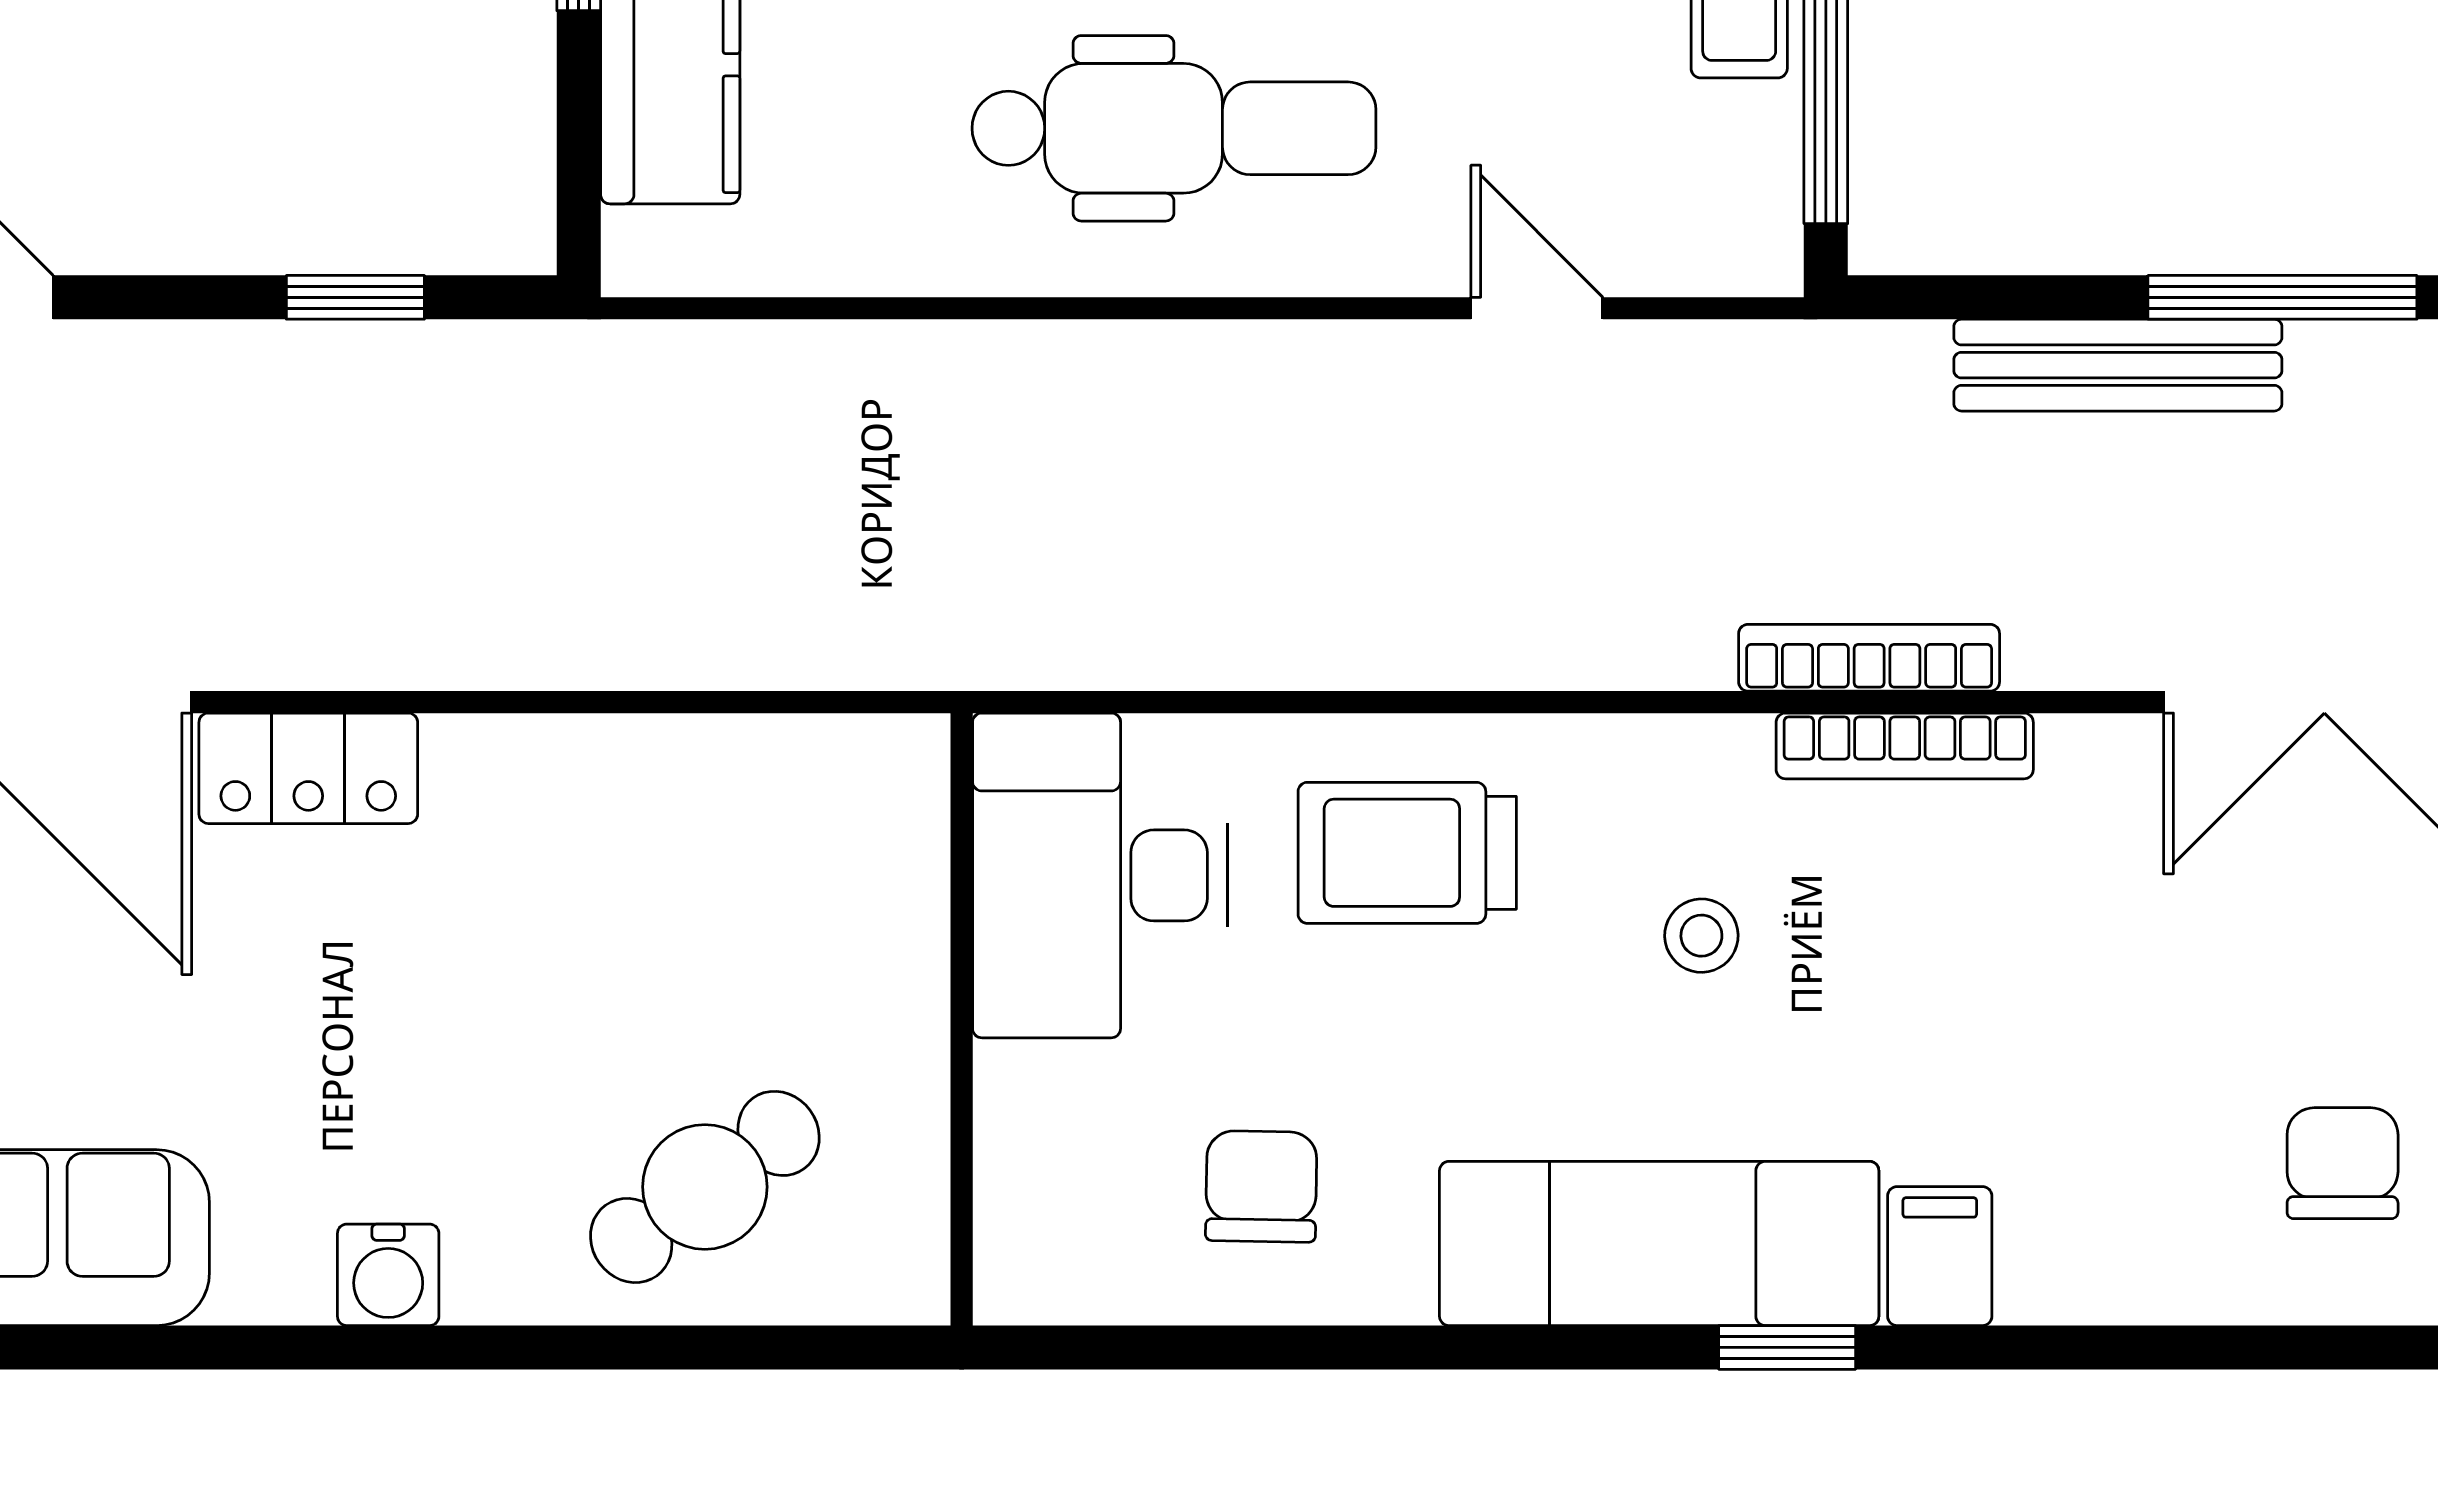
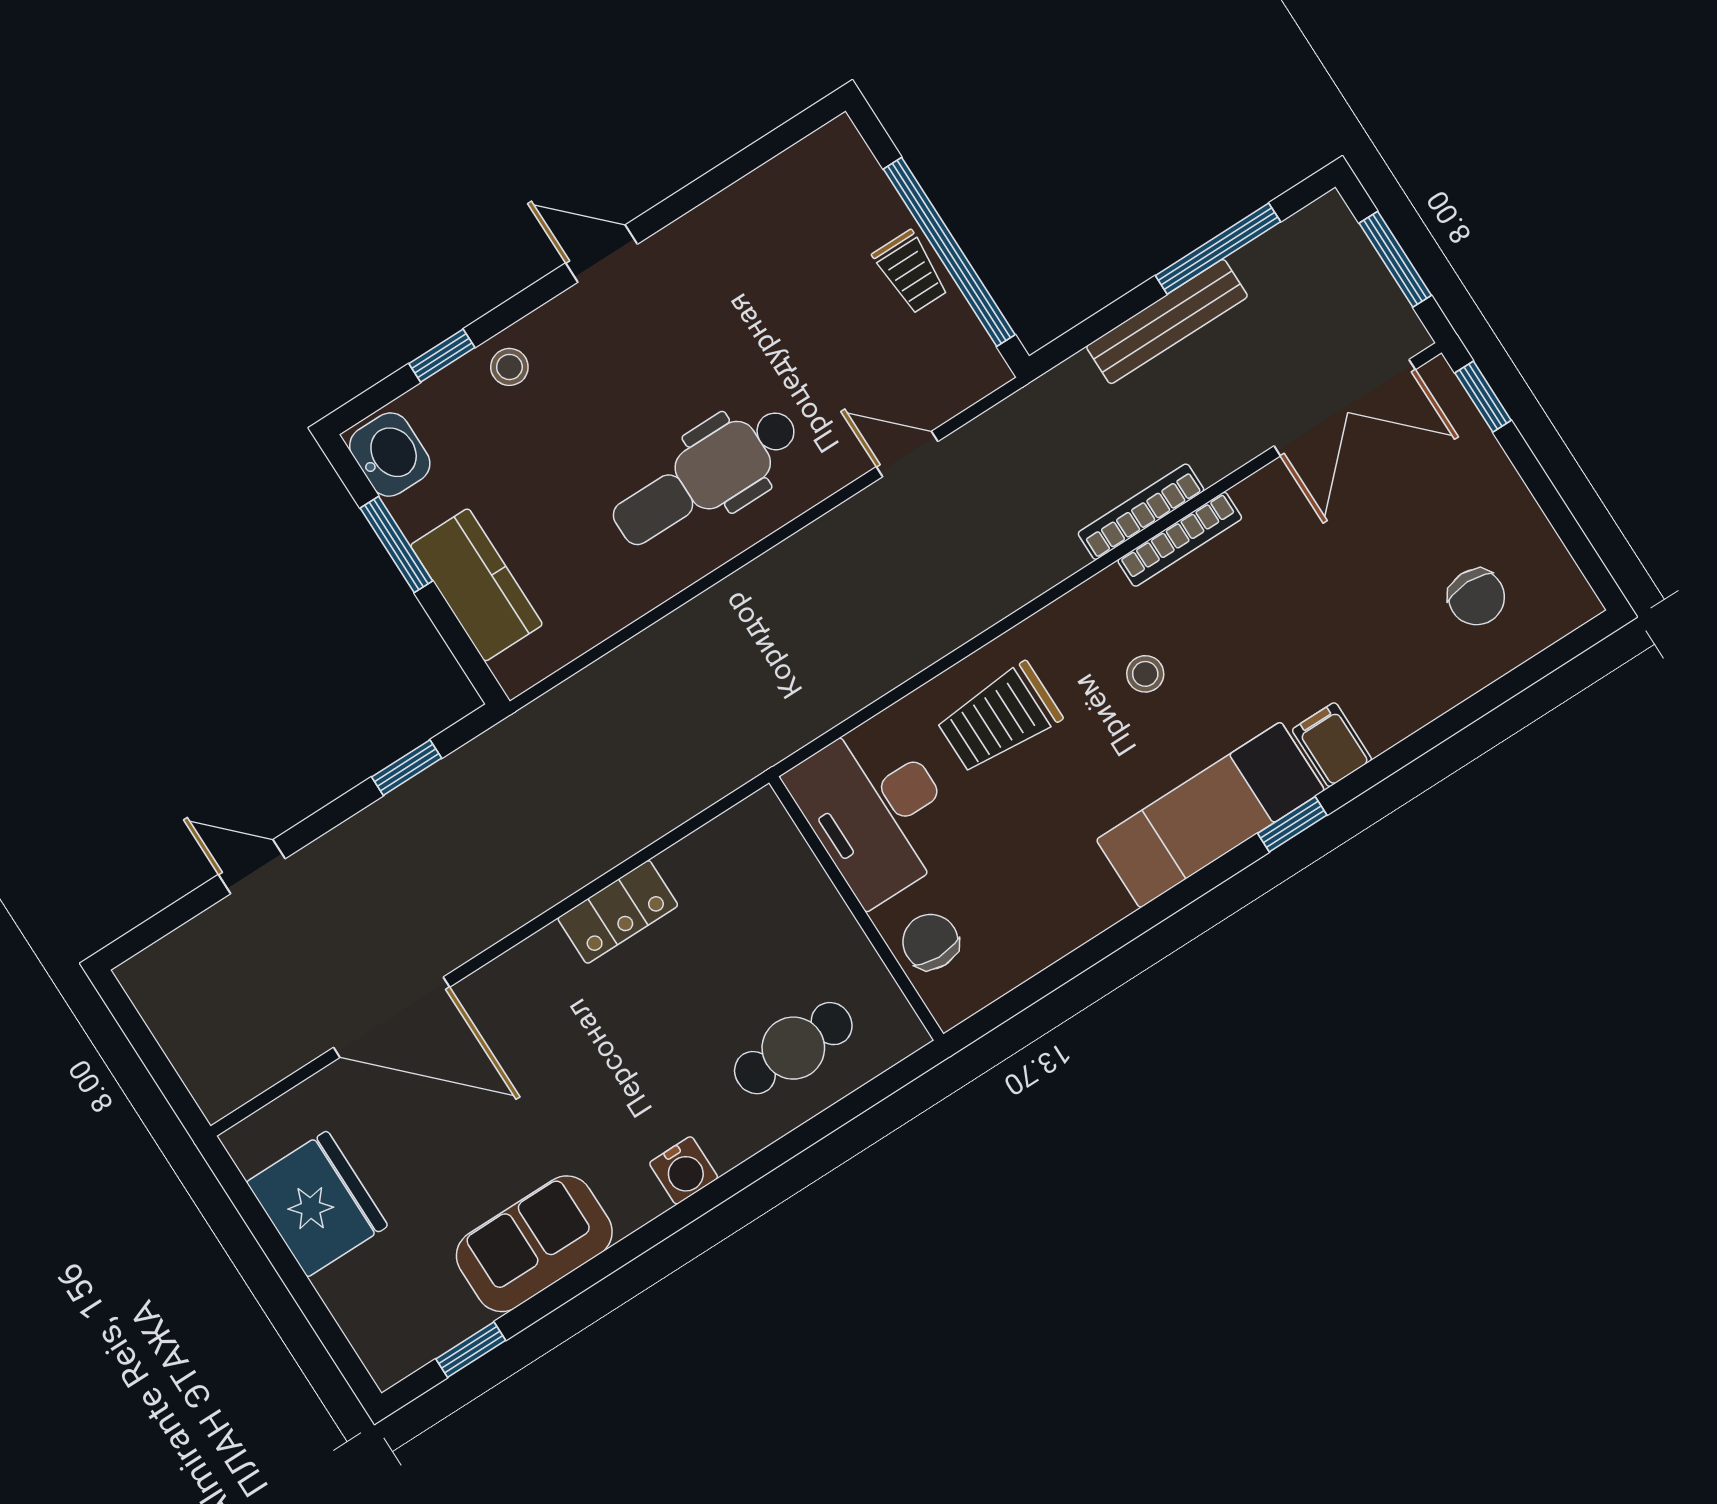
dental chair: (1174, 128) -> (706, 476), turned 180
locker: (308, 768) -> (618, 912), moved
chair: (2343, 1163) -> (1476, 597), turned 180
chair: (1261, 1186) -> (931, 942), moved
cafe table: (705, 1187) -> (793, 1048), turned 36

